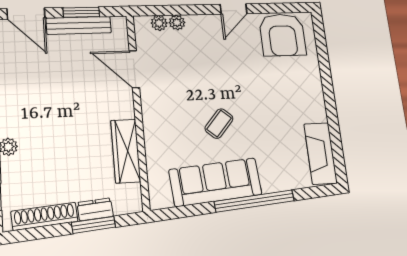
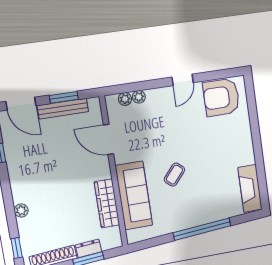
armchair: (282, 35) -> (221, 97), turned 90
sofa: (215, 182) -> (134, 195), moved, turned 95

